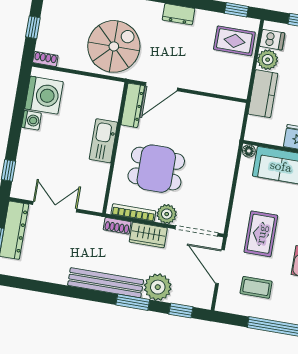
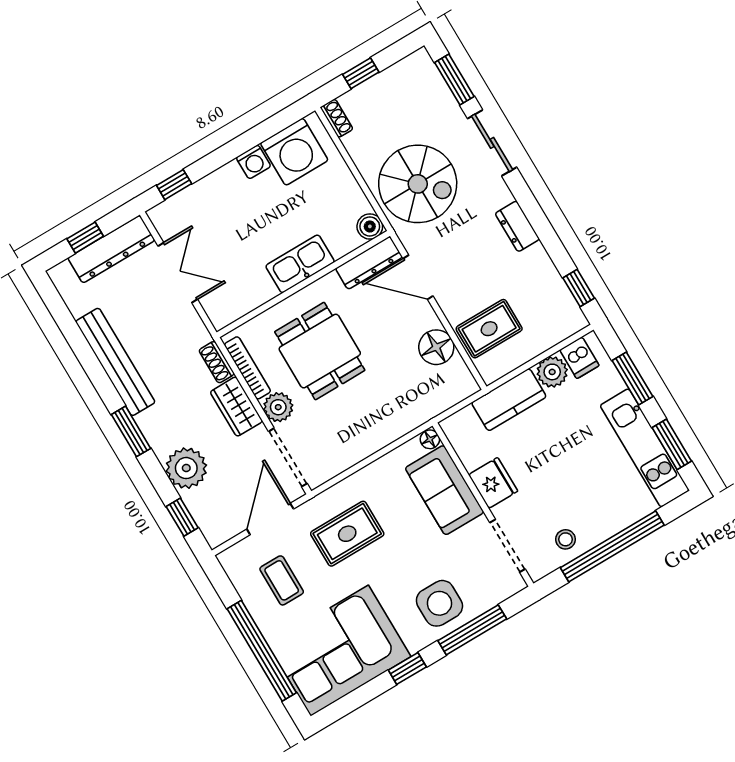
rug: (234, 41) -> (489, 329), moved, turned 90
boiler: (115, 89) -> (370, 226), added
floor lamp: (205, 108) -> (436, 347), added
bench: (106, 283) -> (115, 362), moved
window: (133, 302) -> (131, 431), moved

